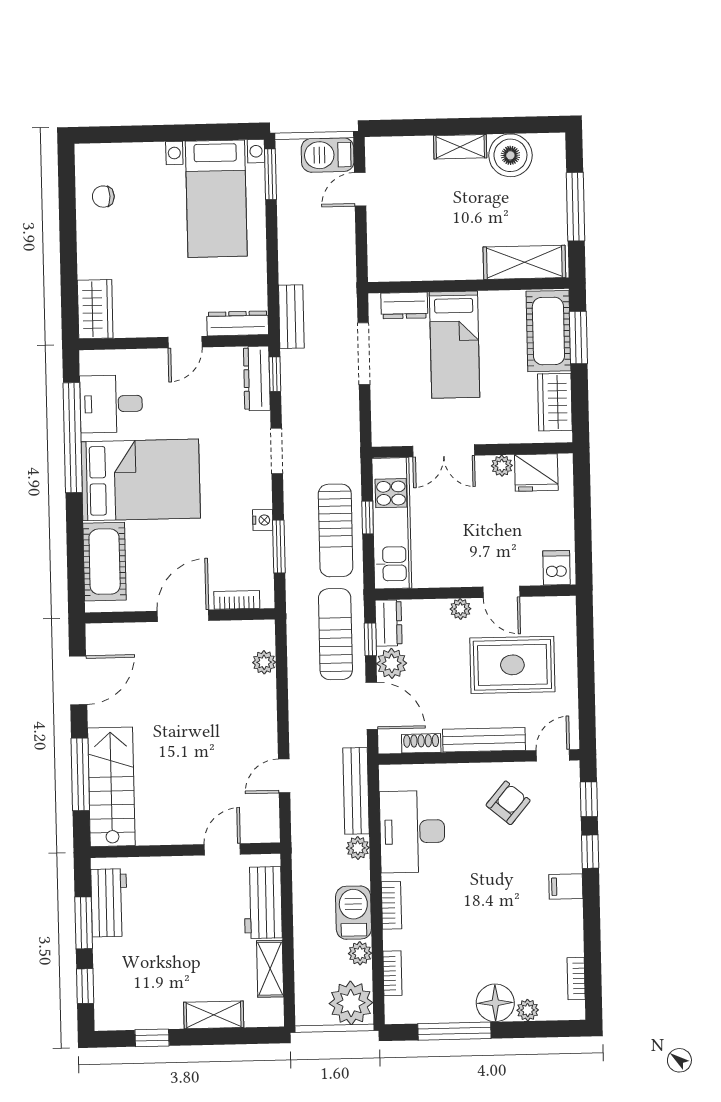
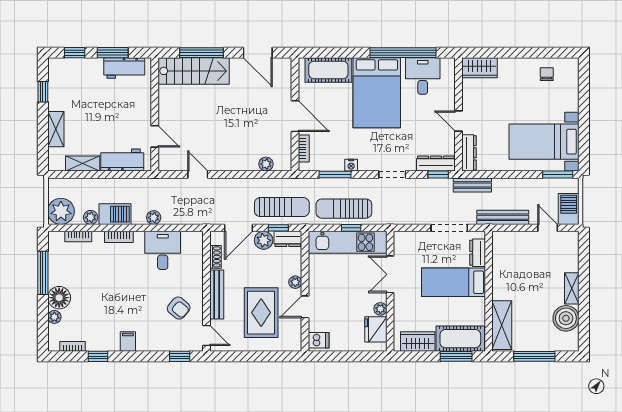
bench: (356, 791) -> (503, 217), moved
desk: (412, 832) -> (163, 250), width x0.73
window: (590, 852) -> (98, 356), moved

